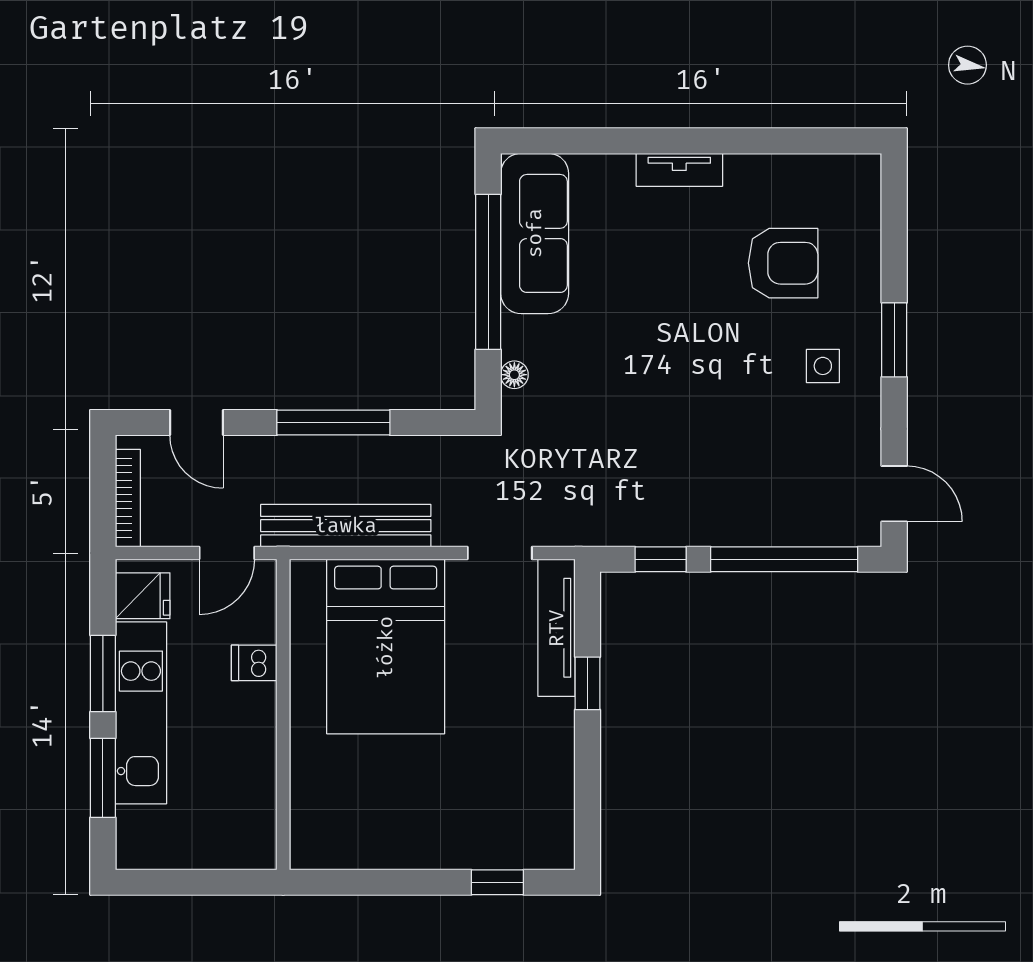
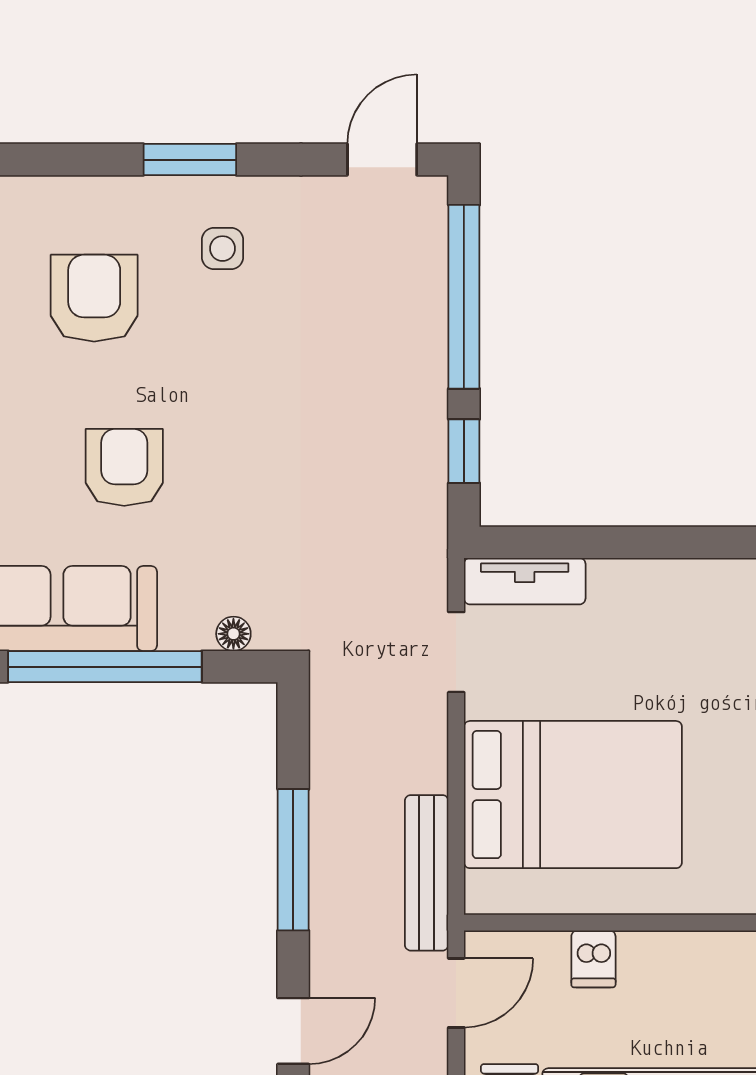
armchair: (648, 287) -> (124, 467), added
bench: (346, 526) -> (427, 873), width x0.73, depth x0.82
door: (227, 553) -> (456, 993), hinge flipped
tv unit: (557, 628) -> (525, 581), width x0.71
window: (588, 683) -> (619, 542), removed

